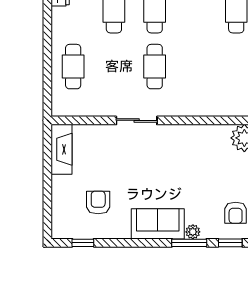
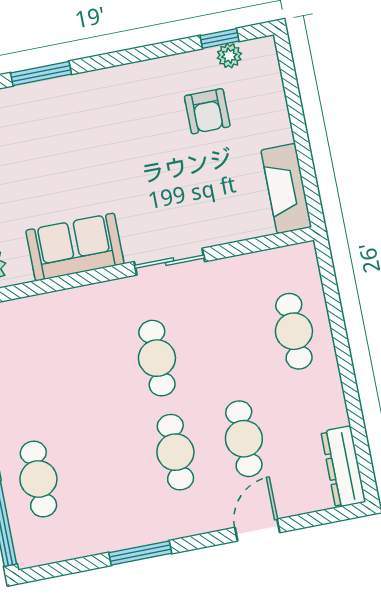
sofa: (158, 224) -> (75, 247), moved, turned 180
plant: (193, 232) -> (229, 56), moved

